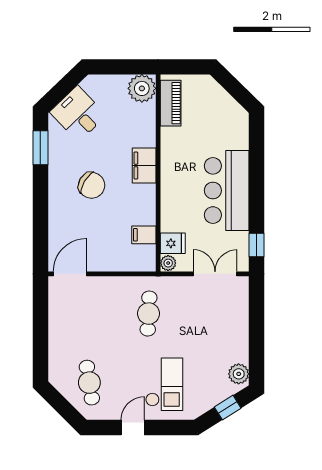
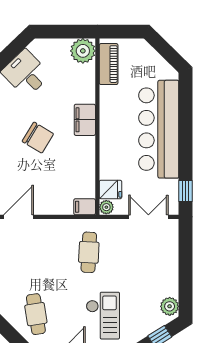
bar counter: (227, 190) -> (159, 129), width x1.36
filing cabinet: (144, 235) -> (85, 207), moved

